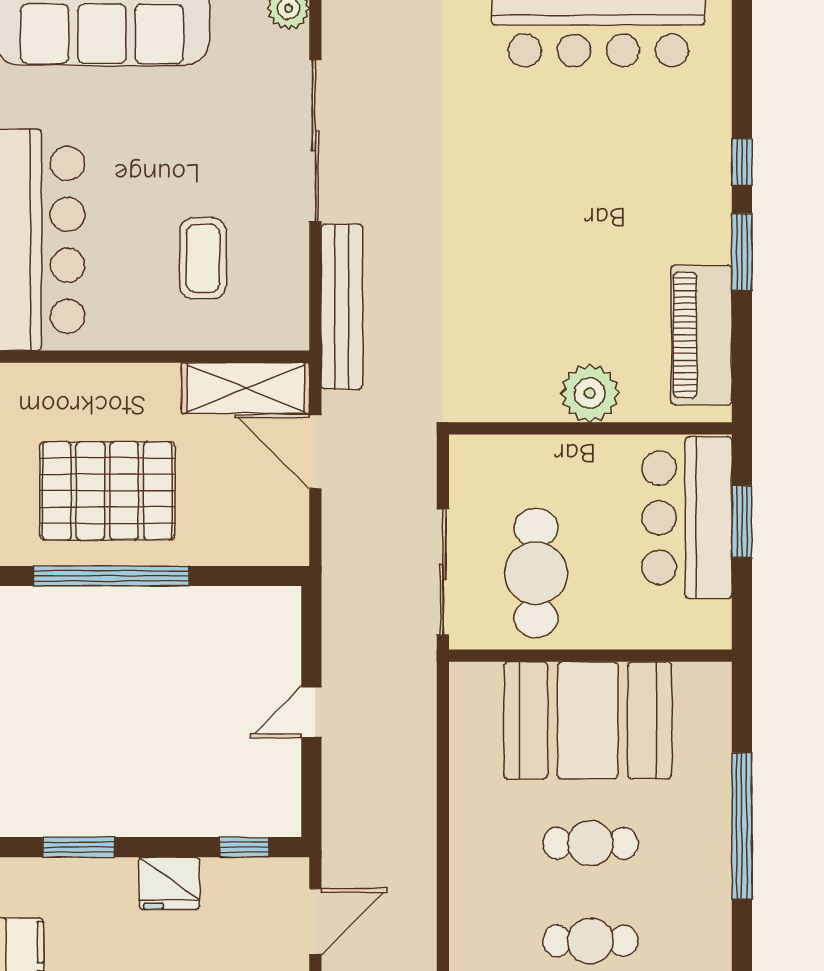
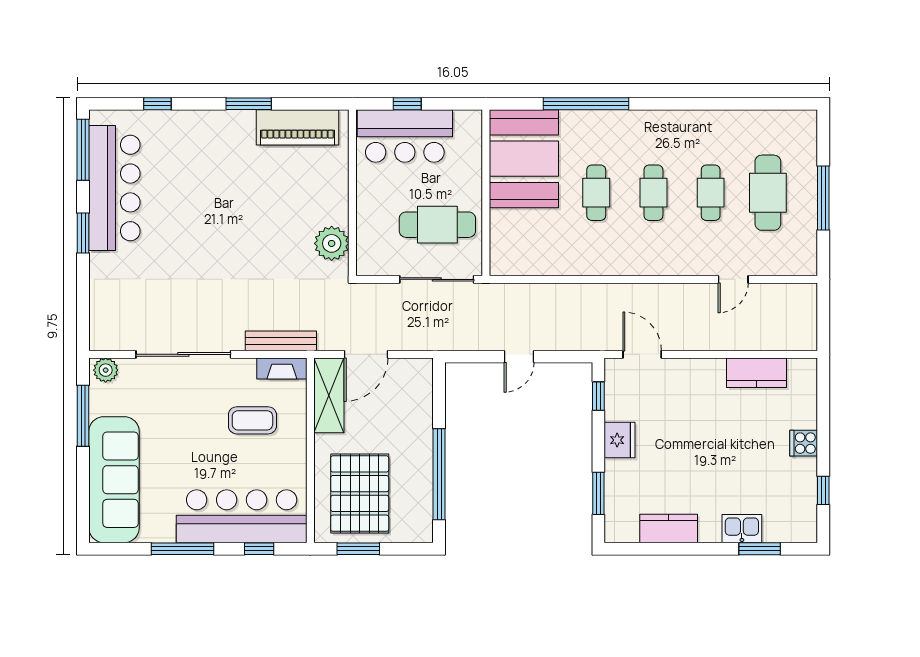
window: (742, 162) -> (157, 104), moved
bench: (342, 307) -> (281, 341), width x0.73, depth x0.82
fireplace: (291, 308) -> (282, 368), added
plant: (590, 393) -> (332, 243), moved
pallet: (107, 491) -> (360, 494), moved
window: (742, 522) -> (407, 104), width x0.67
door: (311, 712) -> (519, 357), hinge flipped
booth: (588, 720) -> (524, 159), moved

